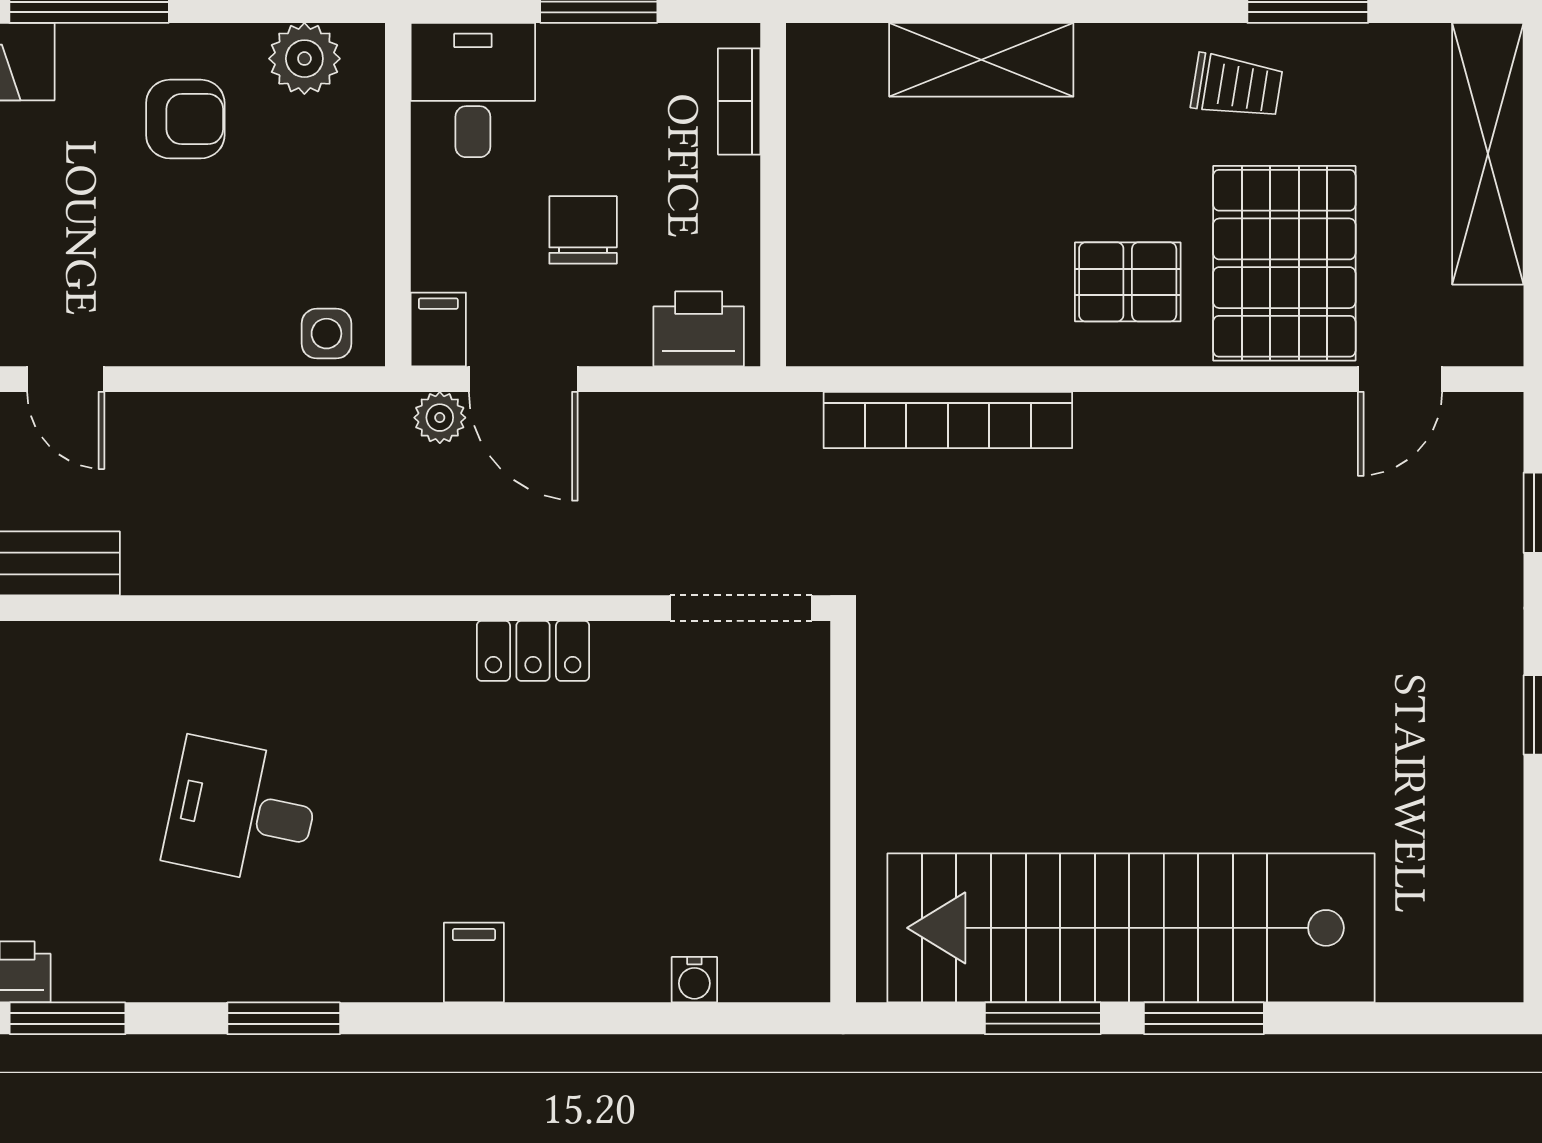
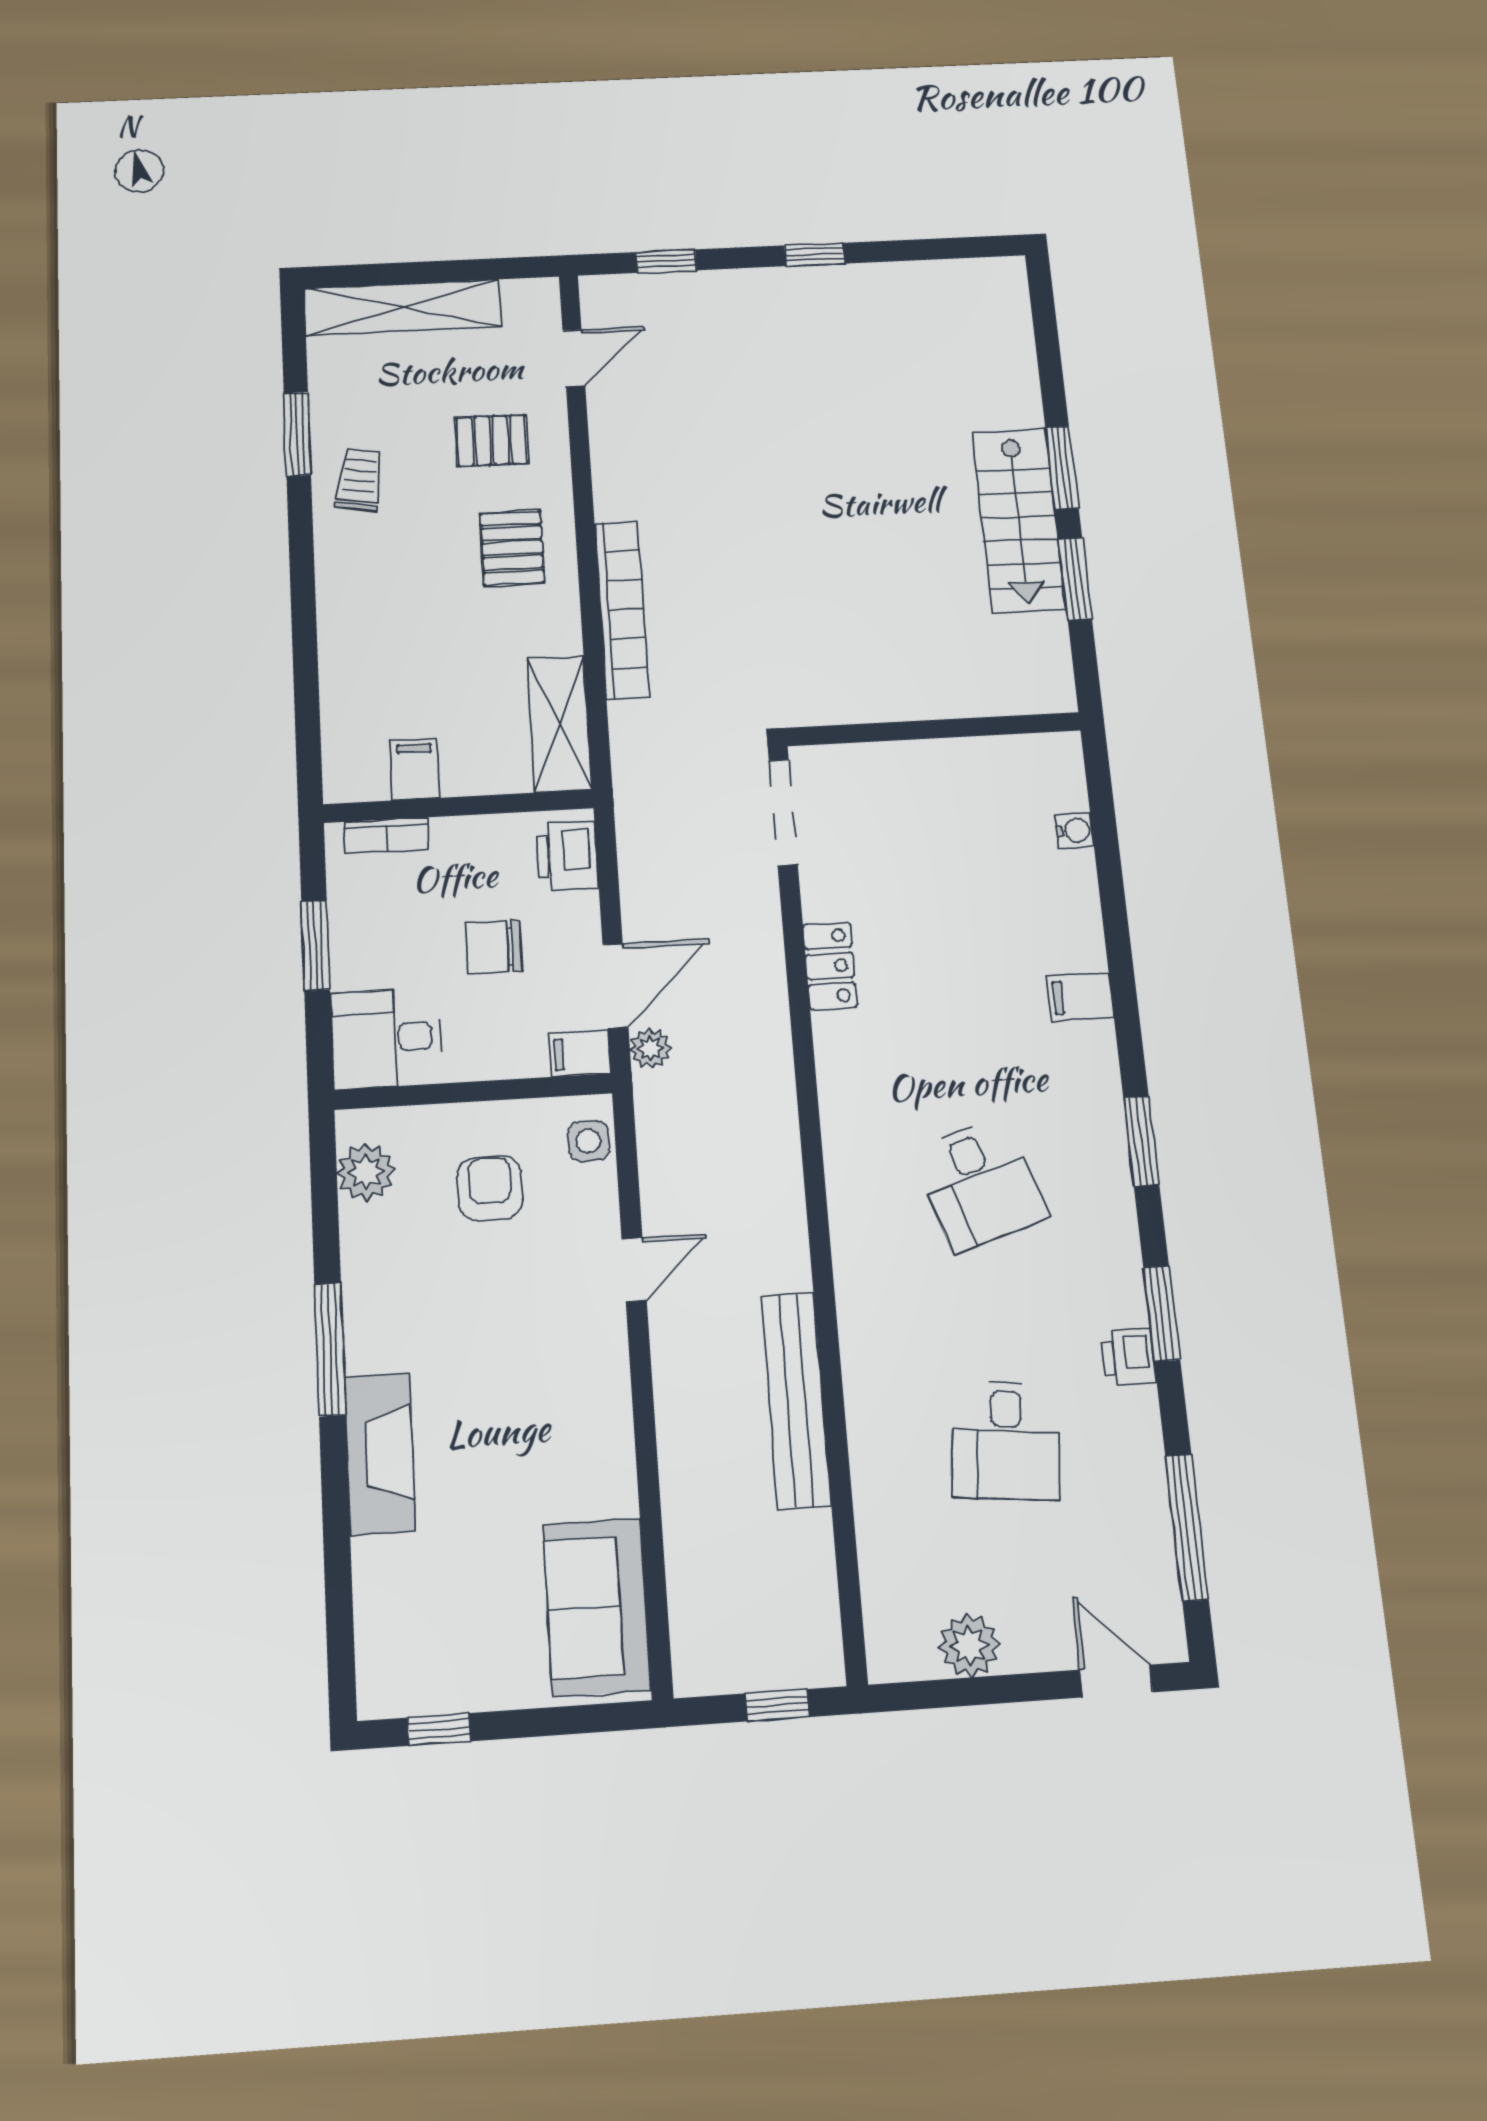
shelving: (981, 60) -> (559, 724), moved
armchair: (185, 119) -> (490, 1188), moved
filing cabinet: (826, 141) -> (415, 769), added
pallet: (1284, 263) -> (492, 441), width x0.49, depth x0.50
door: (66, 379) -> (634, 1270), moved
door: (1400, 379) -> (574, 358), hinge flipped
bookcase: (948, 420) -> (622, 610), moved
desk: (242, 812) -> (980, 1184), turned -30
stairs: (1131, 928) -> (1019, 520), width x0.54, depth x0.66

